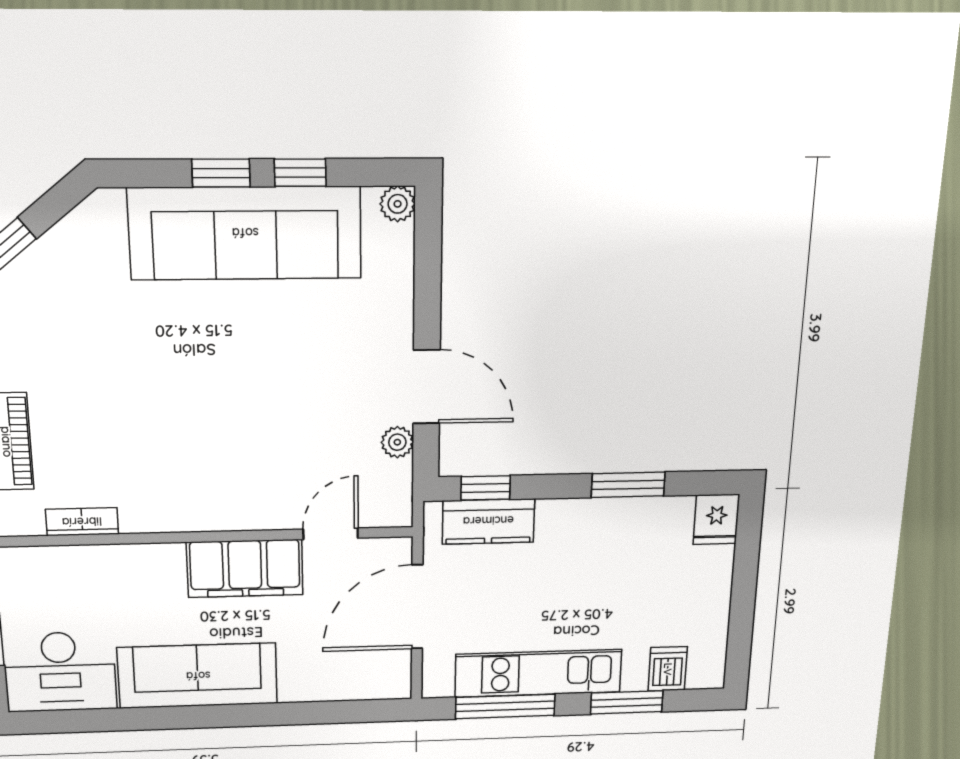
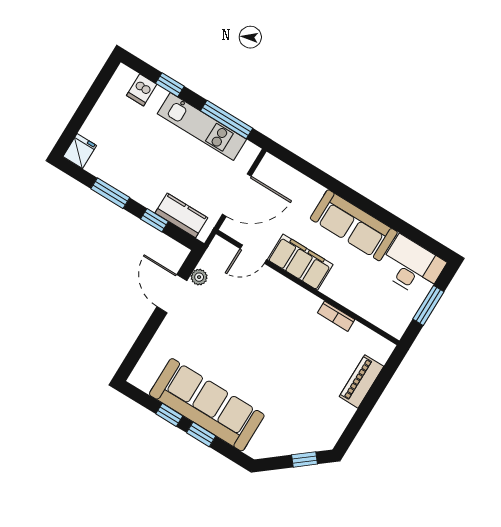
plant: (398, 204) -> (138, 378), removed
window: (486, 488) -> (154, 220), moved
bookcase: (82, 522) -> (336, 316), moved
window: (627, 702) -> (170, 85), width x0.67

